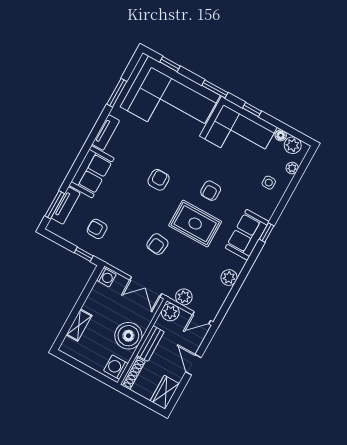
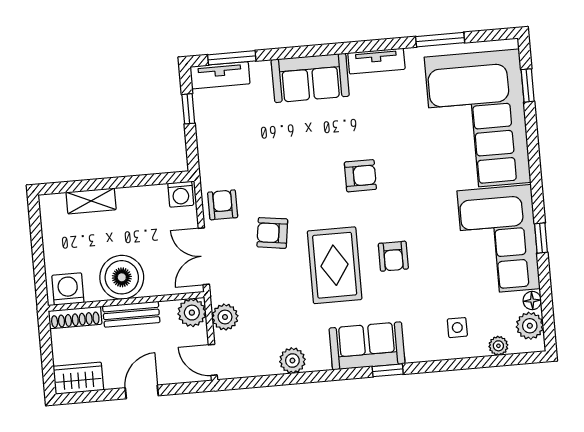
window: (215, 89) -> (535, 169), removed
armchair: (211, 191) -> (393, 256), turned -90
tv unit: (66, 206) -> (220, 75), moved
armchair: (97, 229) -> (223, 205), moved
window: (84, 254) -> (188, 109), moved

